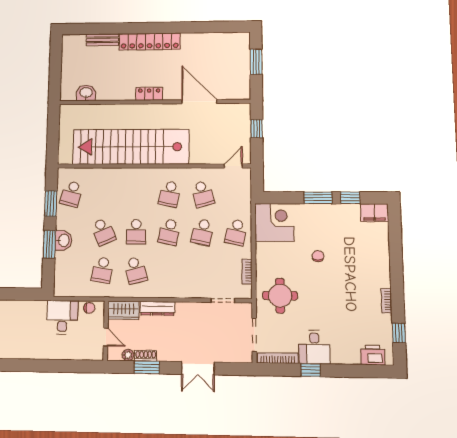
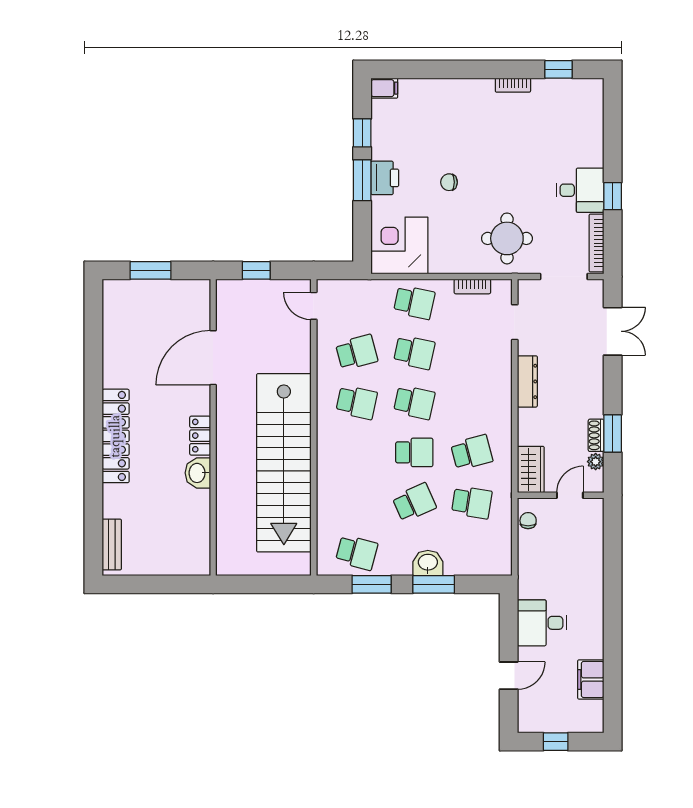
bench: (102, 40) -> (112, 544), moved
washbasin: (86, 93) -> (198, 473), moved
filing cabinet: (374, 213) -> (384, 88), width x0.50
dresser: (157, 308) -> (527, 381), moved
desk: (62, 317) -> (542, 623), moved
printer: (373, 355) -> (385, 178), moved, turned 180
double door: (198, 368) -> (613, 331), moved

